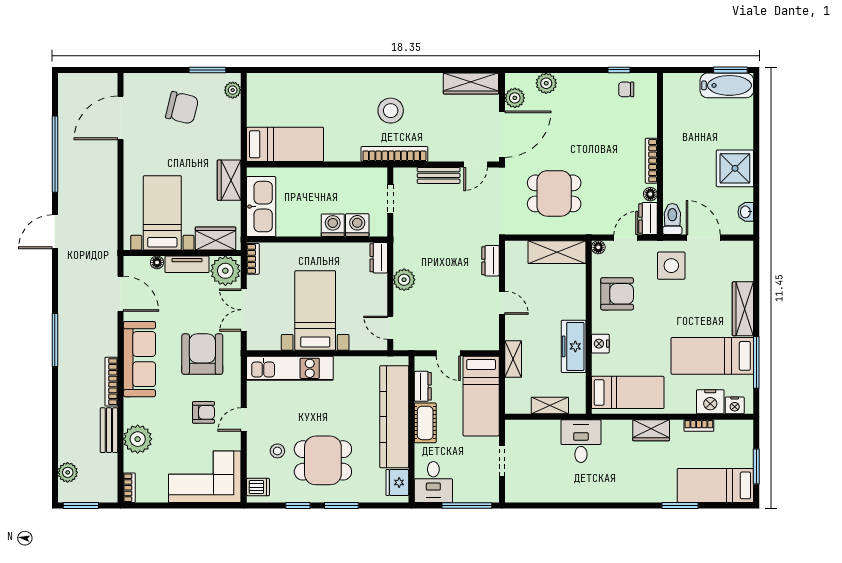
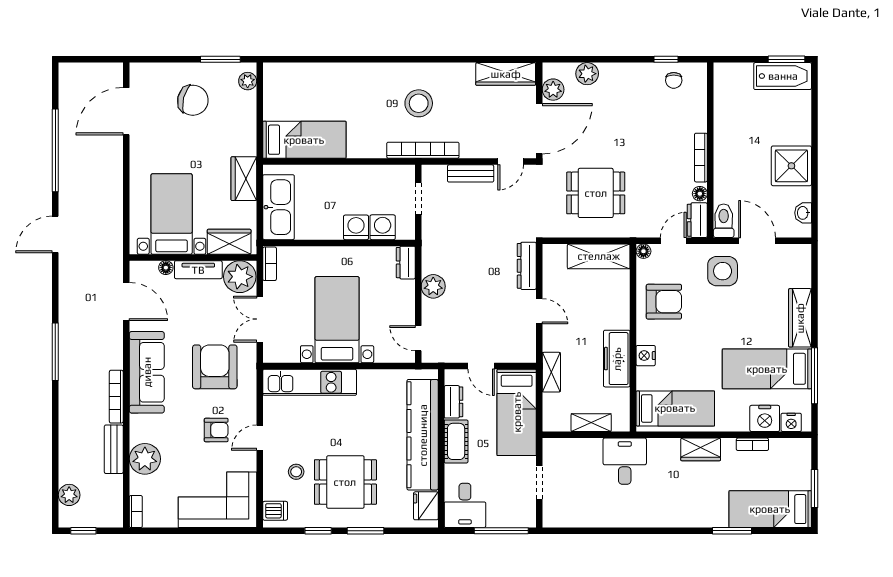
chair: (626, 89) -> (674, 80), turned -90
dresser: (490, 261) -> (527, 266), width x1.44
window: (81, 505) -> (83, 531), width x0.67

